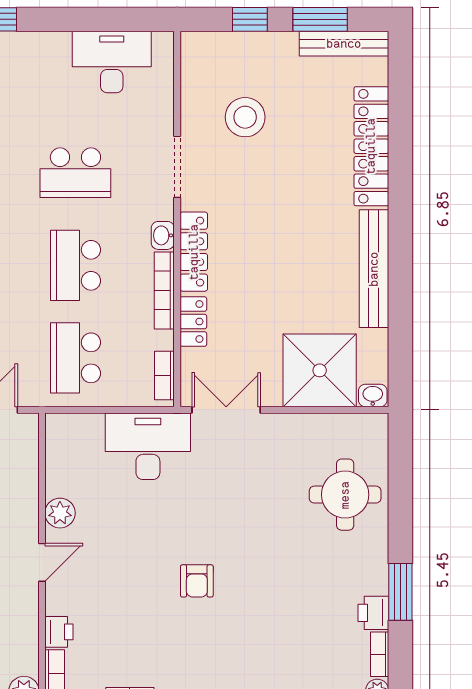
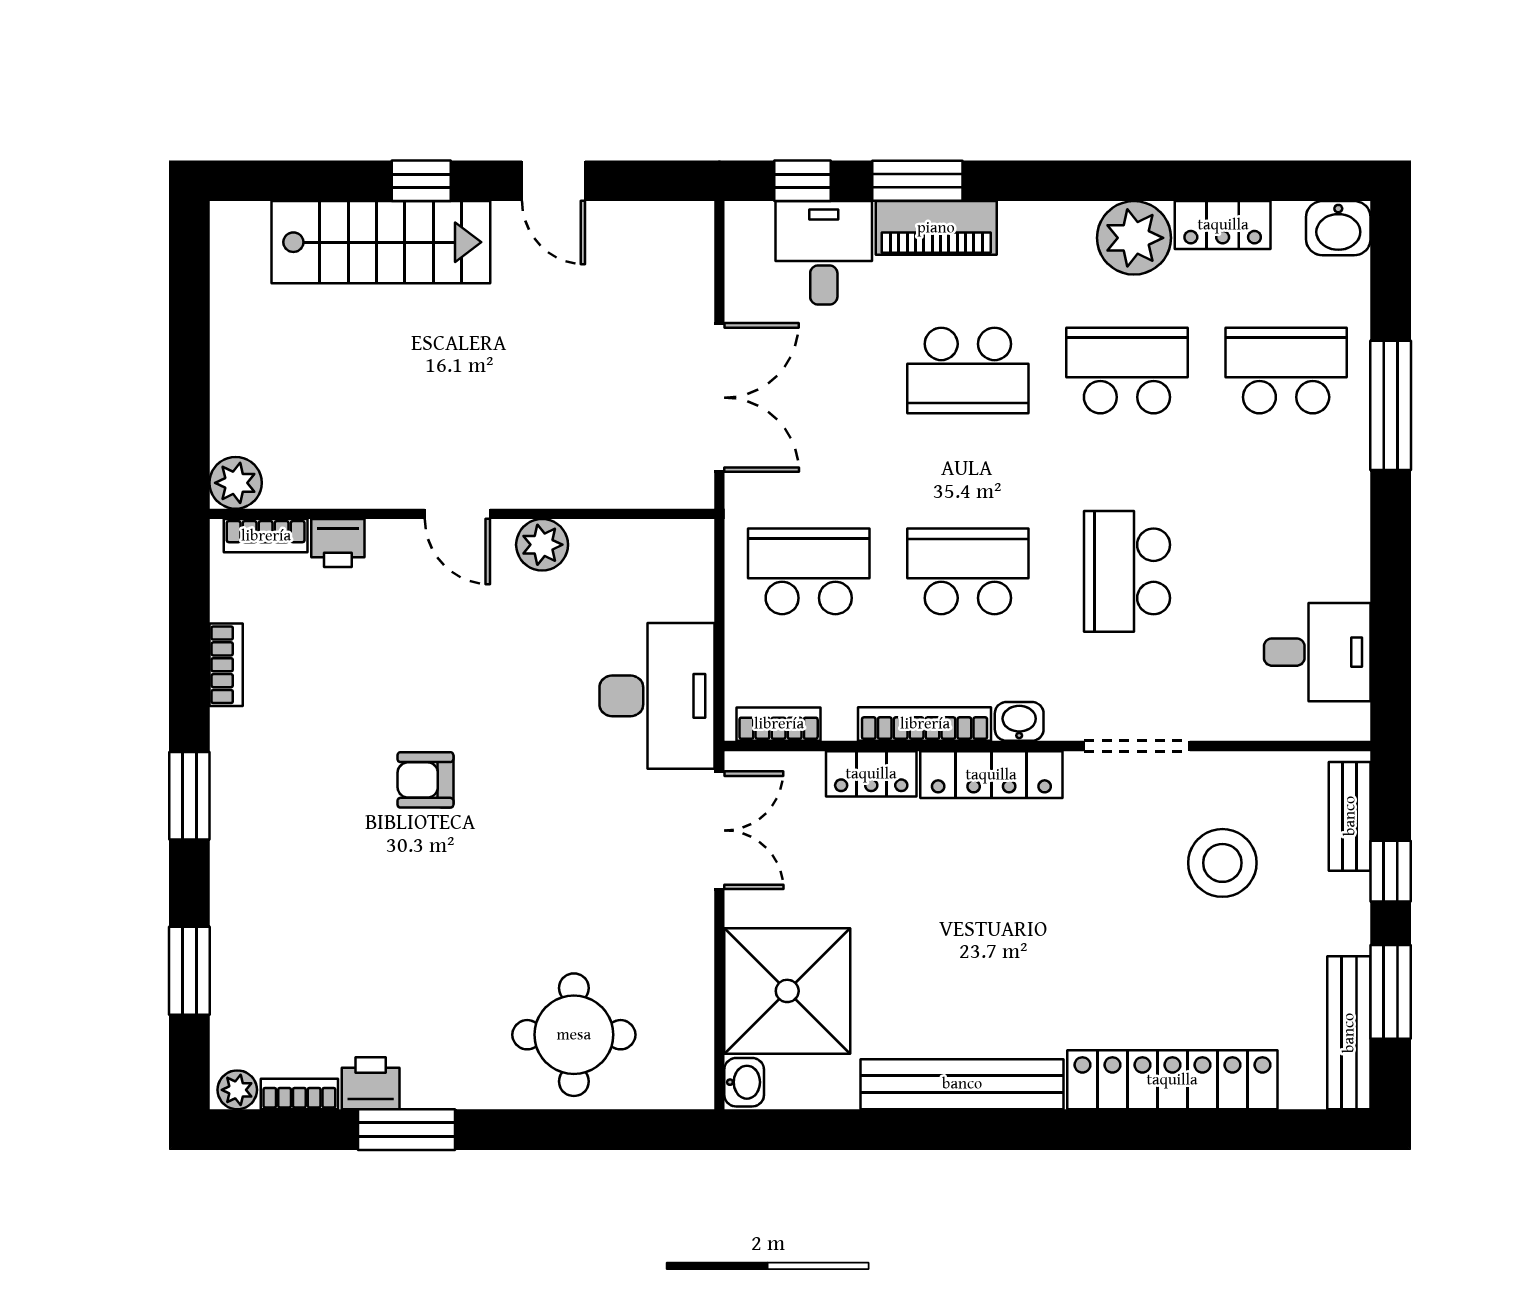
bench: (218, 43) -> (1350, 816), added
desk: (112, 62) -> (1317, 652), width x0.73

